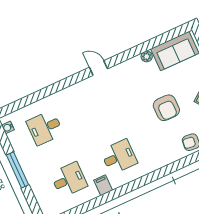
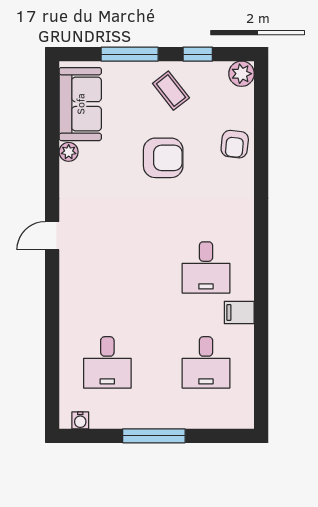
desk: (119, 157) -> (206, 267), turned 180
desk: (69, 180) -> (206, 362), turned 180

